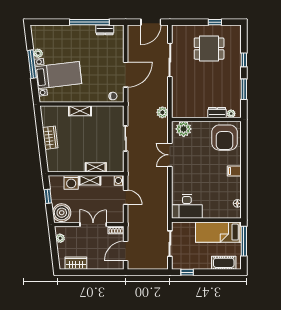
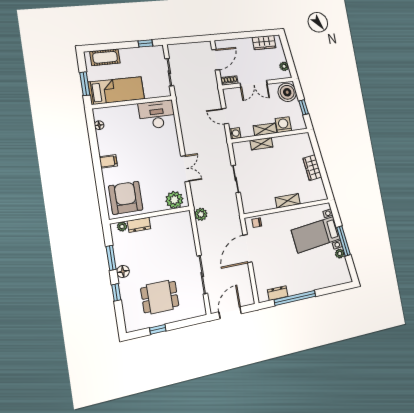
floor lamp: (236, 76) -> (123, 271), added
window: (244, 241) -> (85, 84), width x0.69

